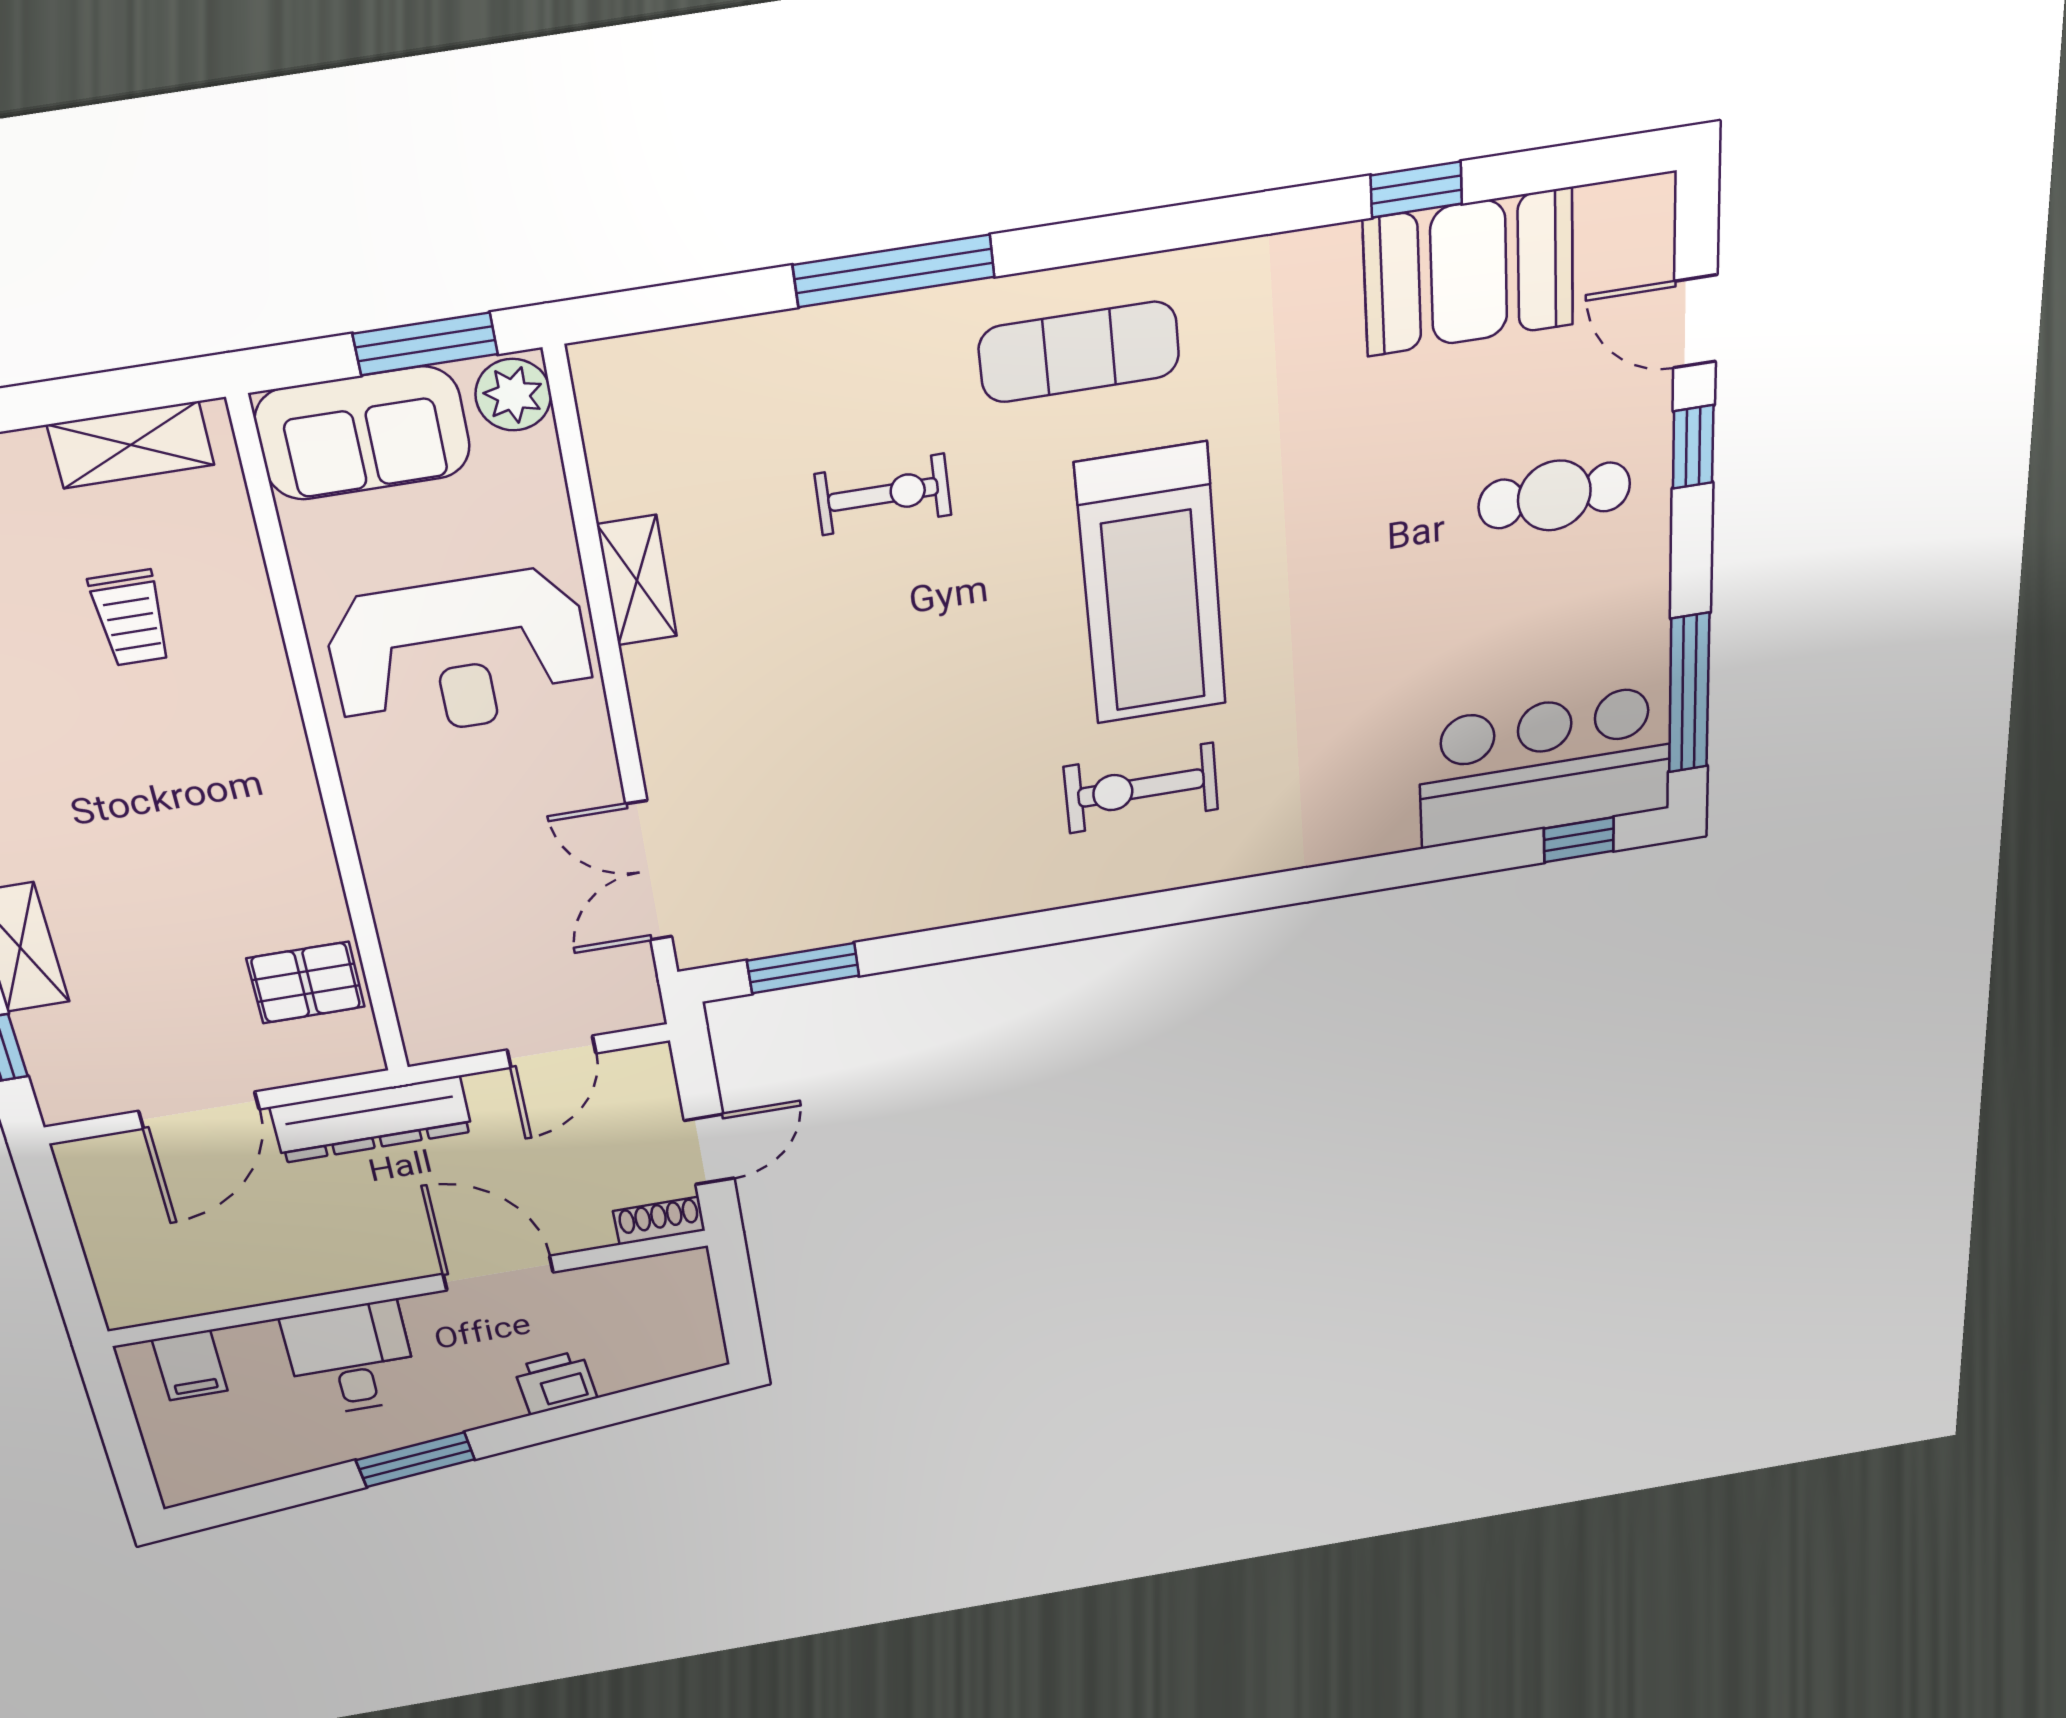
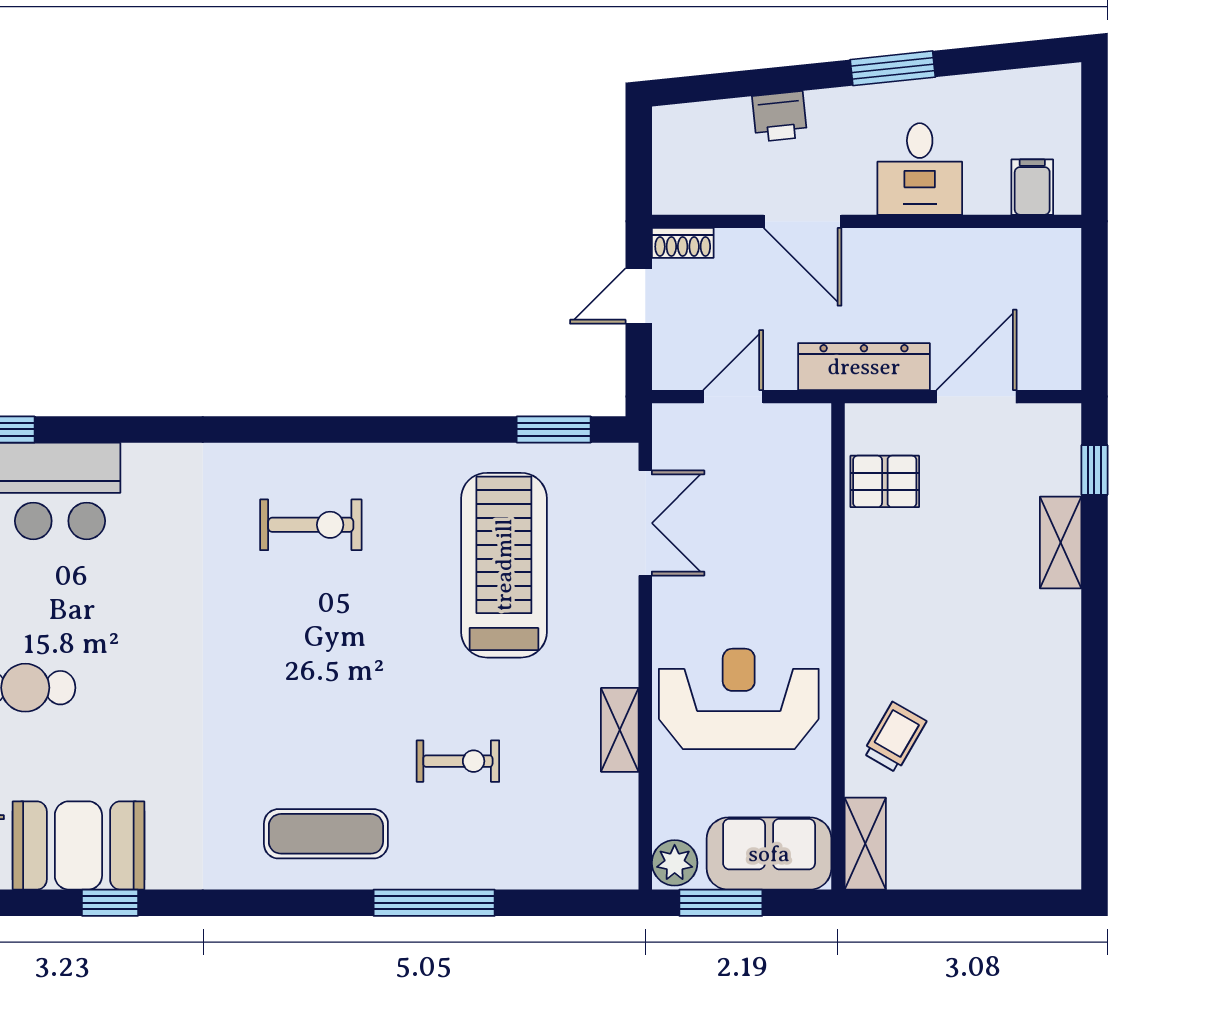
shelving: (131, 445) -> (865, 844), moved, turned 90
exercise bike: (883, 494) -> (458, 761), turned 180
treadmill: (1151, 585) -> (504, 565), moved
trolley: (131, 618) -> (895, 737), moved, turned 30

